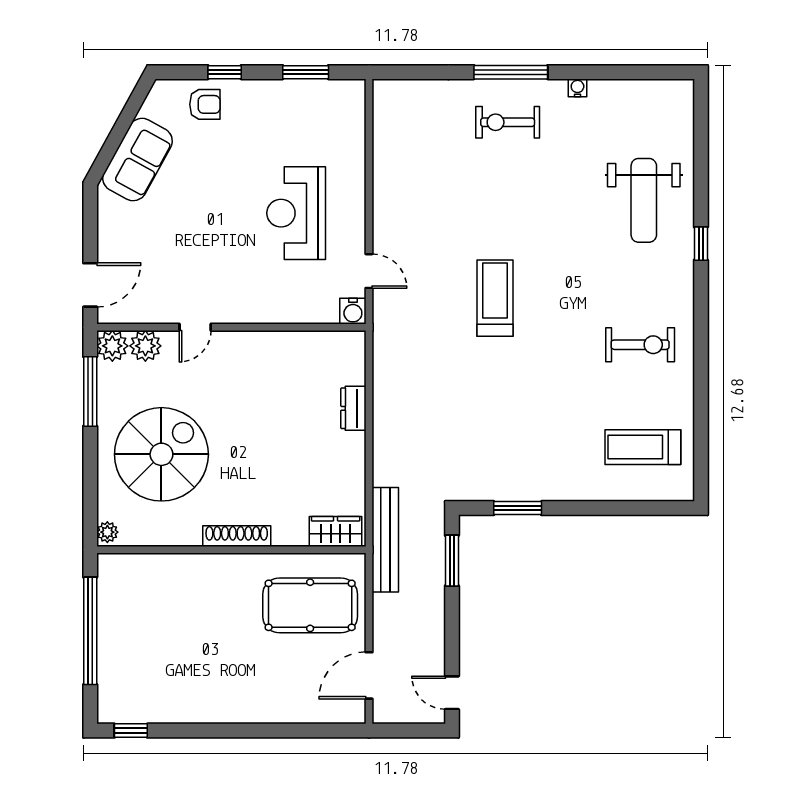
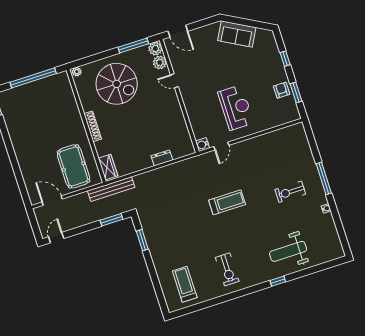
armchair: (205, 104) -> (282, 90), moved, turned 180
exercise bike: (508, 122) -> (290, 192), moved, turned -90
reception desk: (296, 213) -> (236, 108), turned 90

